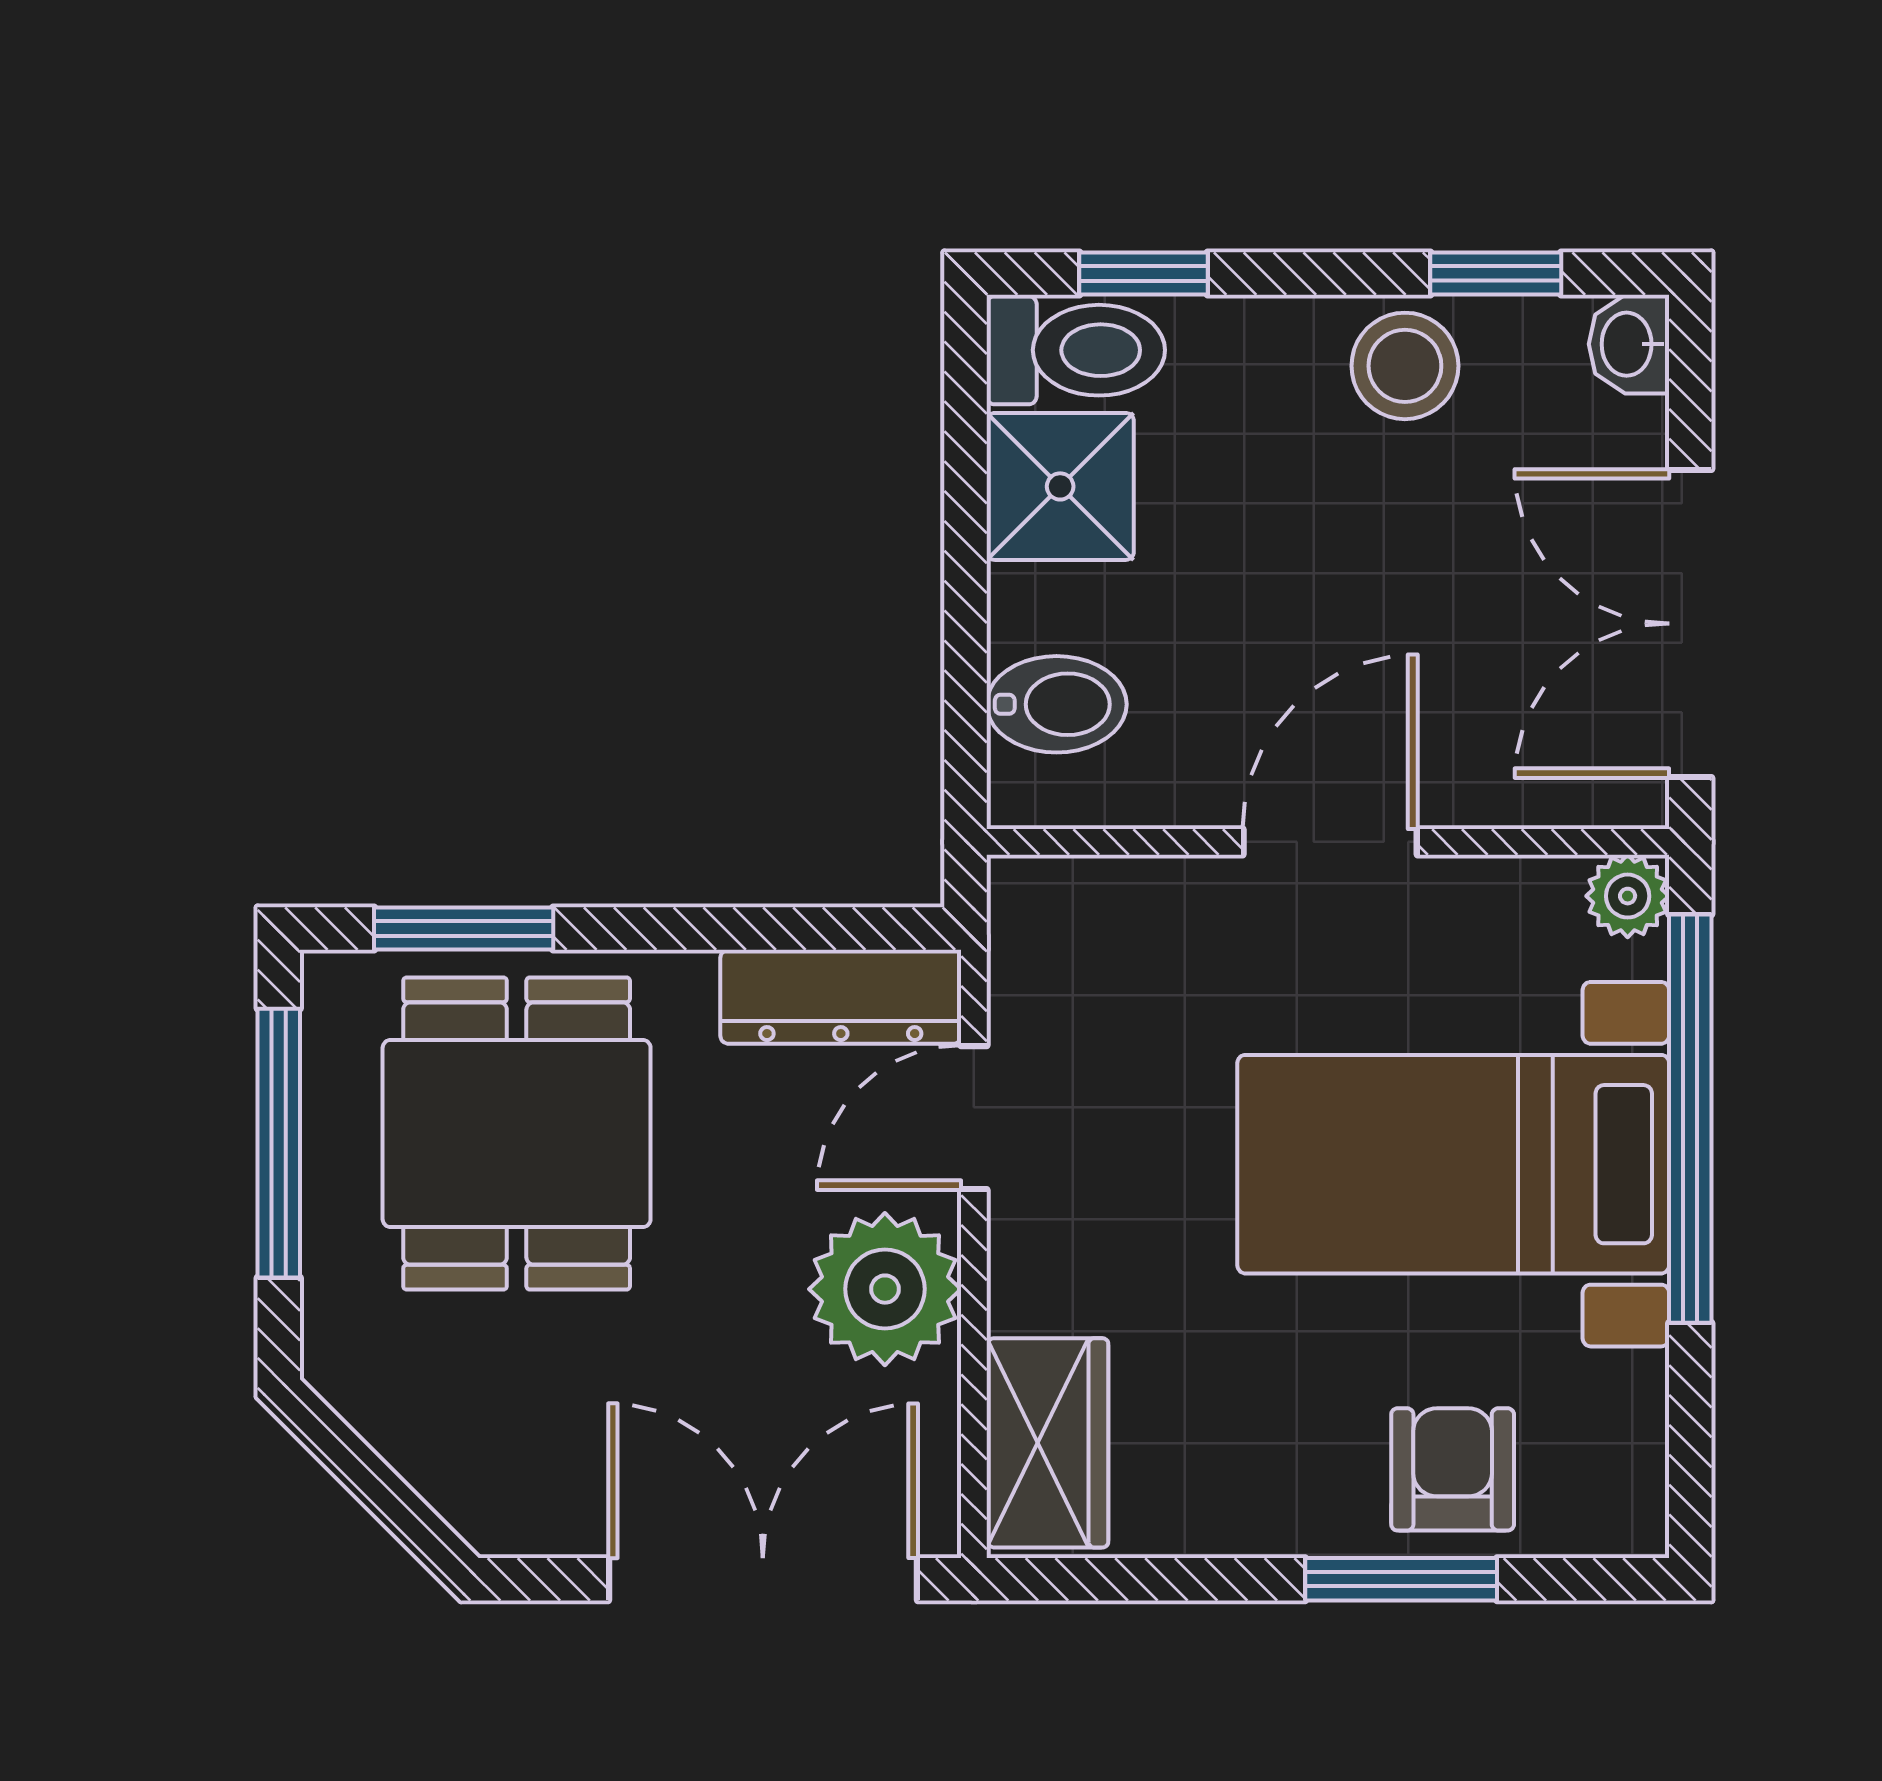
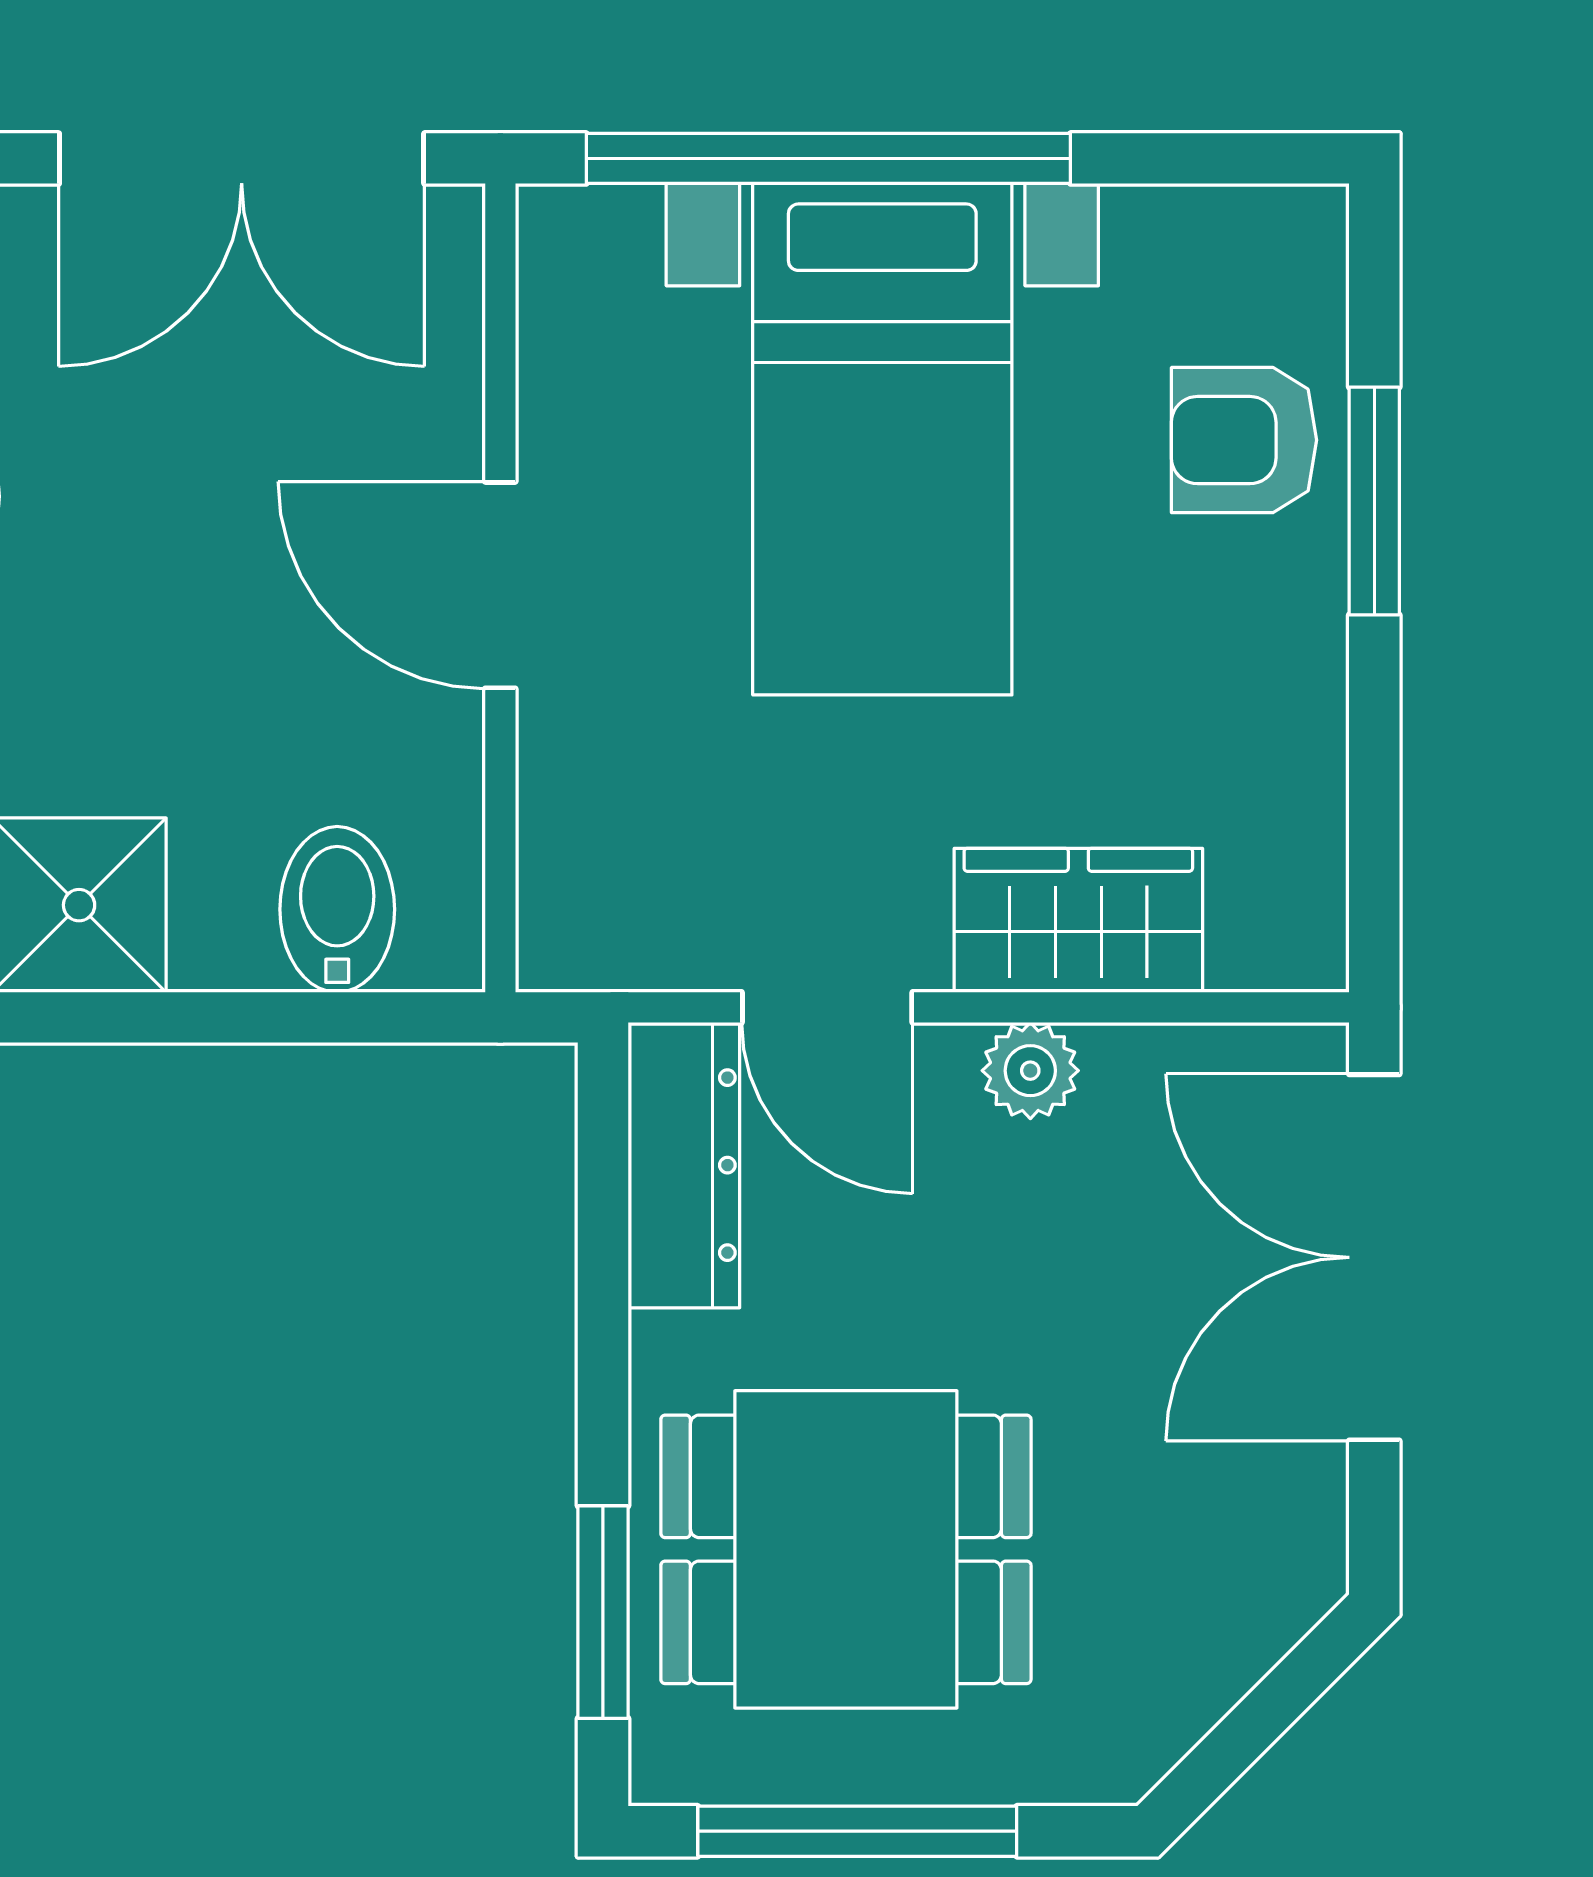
plant: (1628, 896) -> (564, 233), removed
plant: (885, 1289) -> (1030, 1071), width x0.53, depth x0.53
wardrobe: (1047, 1443) -> (1078, 920), moved

